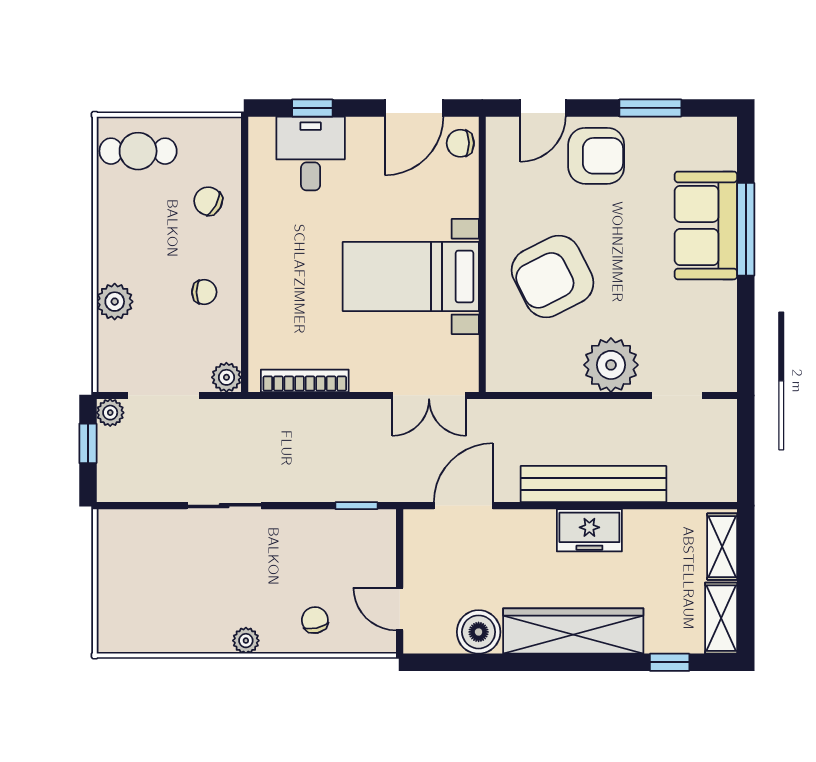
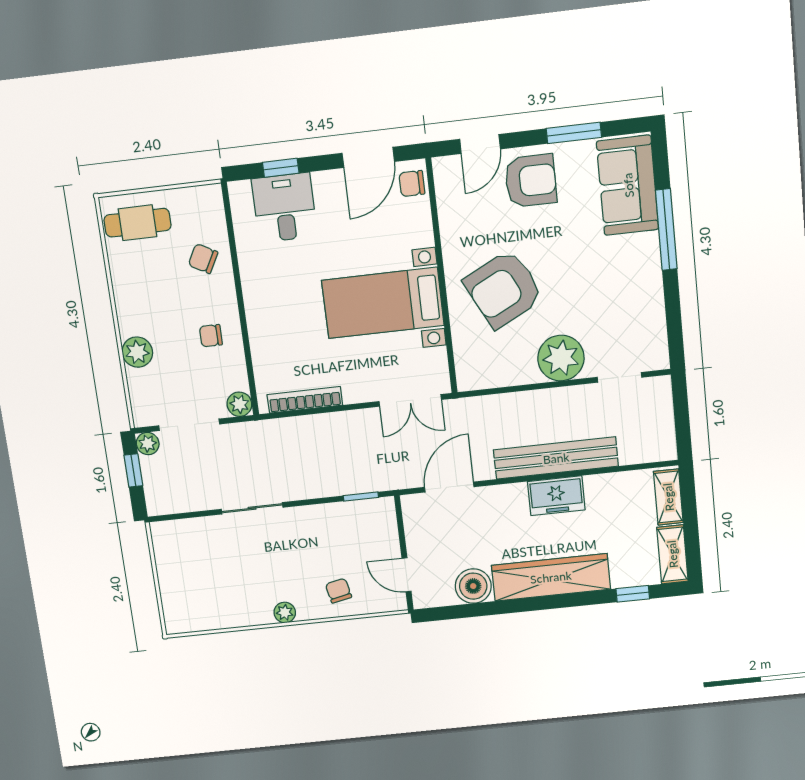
sofa: (706, 225) -> (628, 185), moved
chair: (204, 292) -> (211, 336), turned 180

